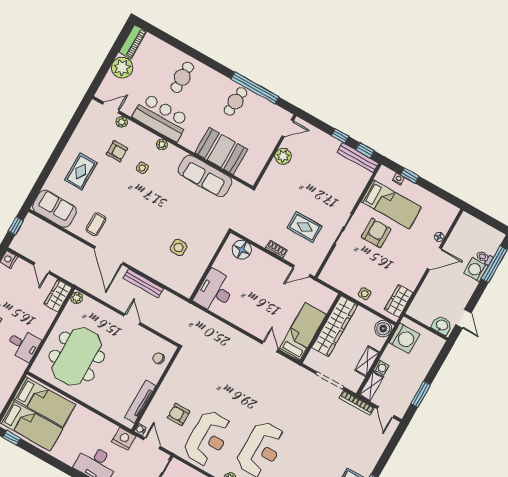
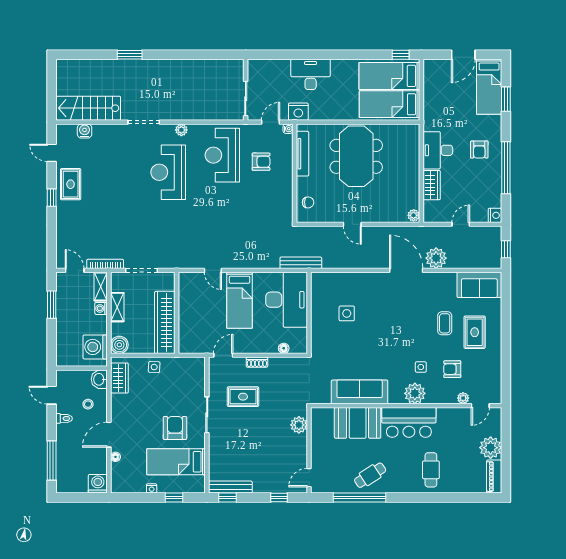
cafe table: (236, 101) -> (370, 475), turned 52
bar counter: (161, 117) -> (409, 422), moved
window: (340, 136) -> (279, 497), moved
plant: (162, 145) -> (415, 393), width x1.88, depth x1.88
plant: (283, 156) -> (299, 425), moved
nightstand: (398, 179) -> (152, 488), moved
coffee table: (96, 224) -> (445, 323), moved
armchair: (376, 233) -> (175, 428), turned 180
floor lamp: (242, 250) -> (284, 348), width x0.53, depth x0.53
plant: (78, 252) -> (436, 258), added
toilet: (484, 258) -> (64, 418), moved
door: (42, 268) -> (461, 224), hinge flipped
washing machine: (476, 270) -> (98, 484), moved, turned -90
bench: (143, 283) -> (301, 263), moved
desk: (215, 291) -> (287, 300), width x1.36, depth x1.30
stool: (437, 294) -> (88, 404), added
wardrobe: (58, 296) -> (432, 185), moved
washbasin: (442, 325) -> (99, 379), moved, turned 90
bed: (302, 332) -> (240, 300), moved
desk: (23, 345) -> (438, 150), width x1.37
meeting table: (77, 356) -> (356, 156), moved
door: (152, 443) -> (271, 122), swing flipped

